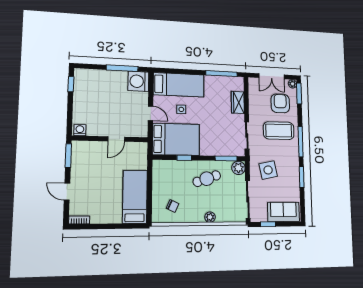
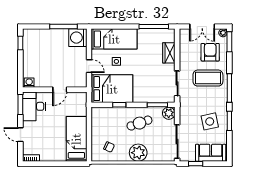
desk: (85, 158) -> (34, 106), added
side table: (268, 170) -> (210, 121), moved
plant: (210, 217) -> (138, 153), width x1.87, depth x1.87

